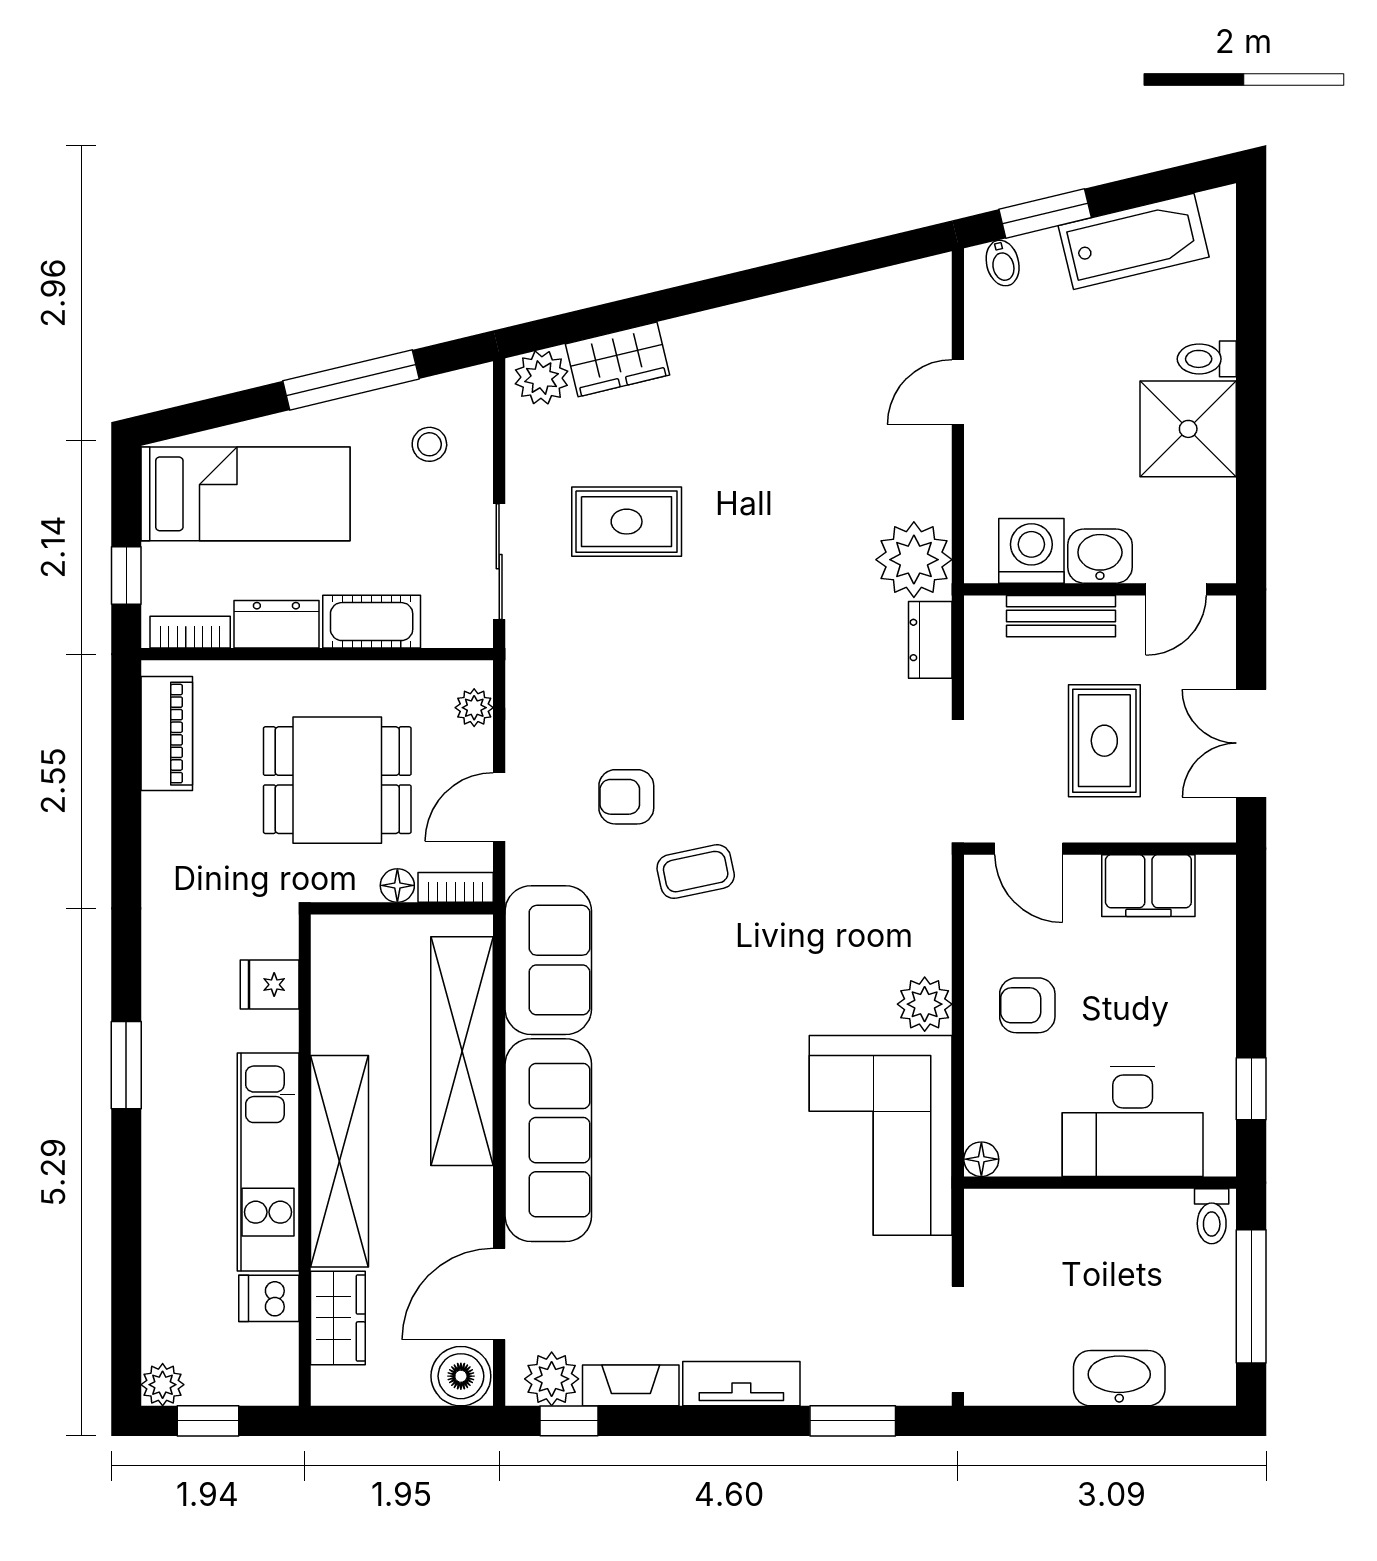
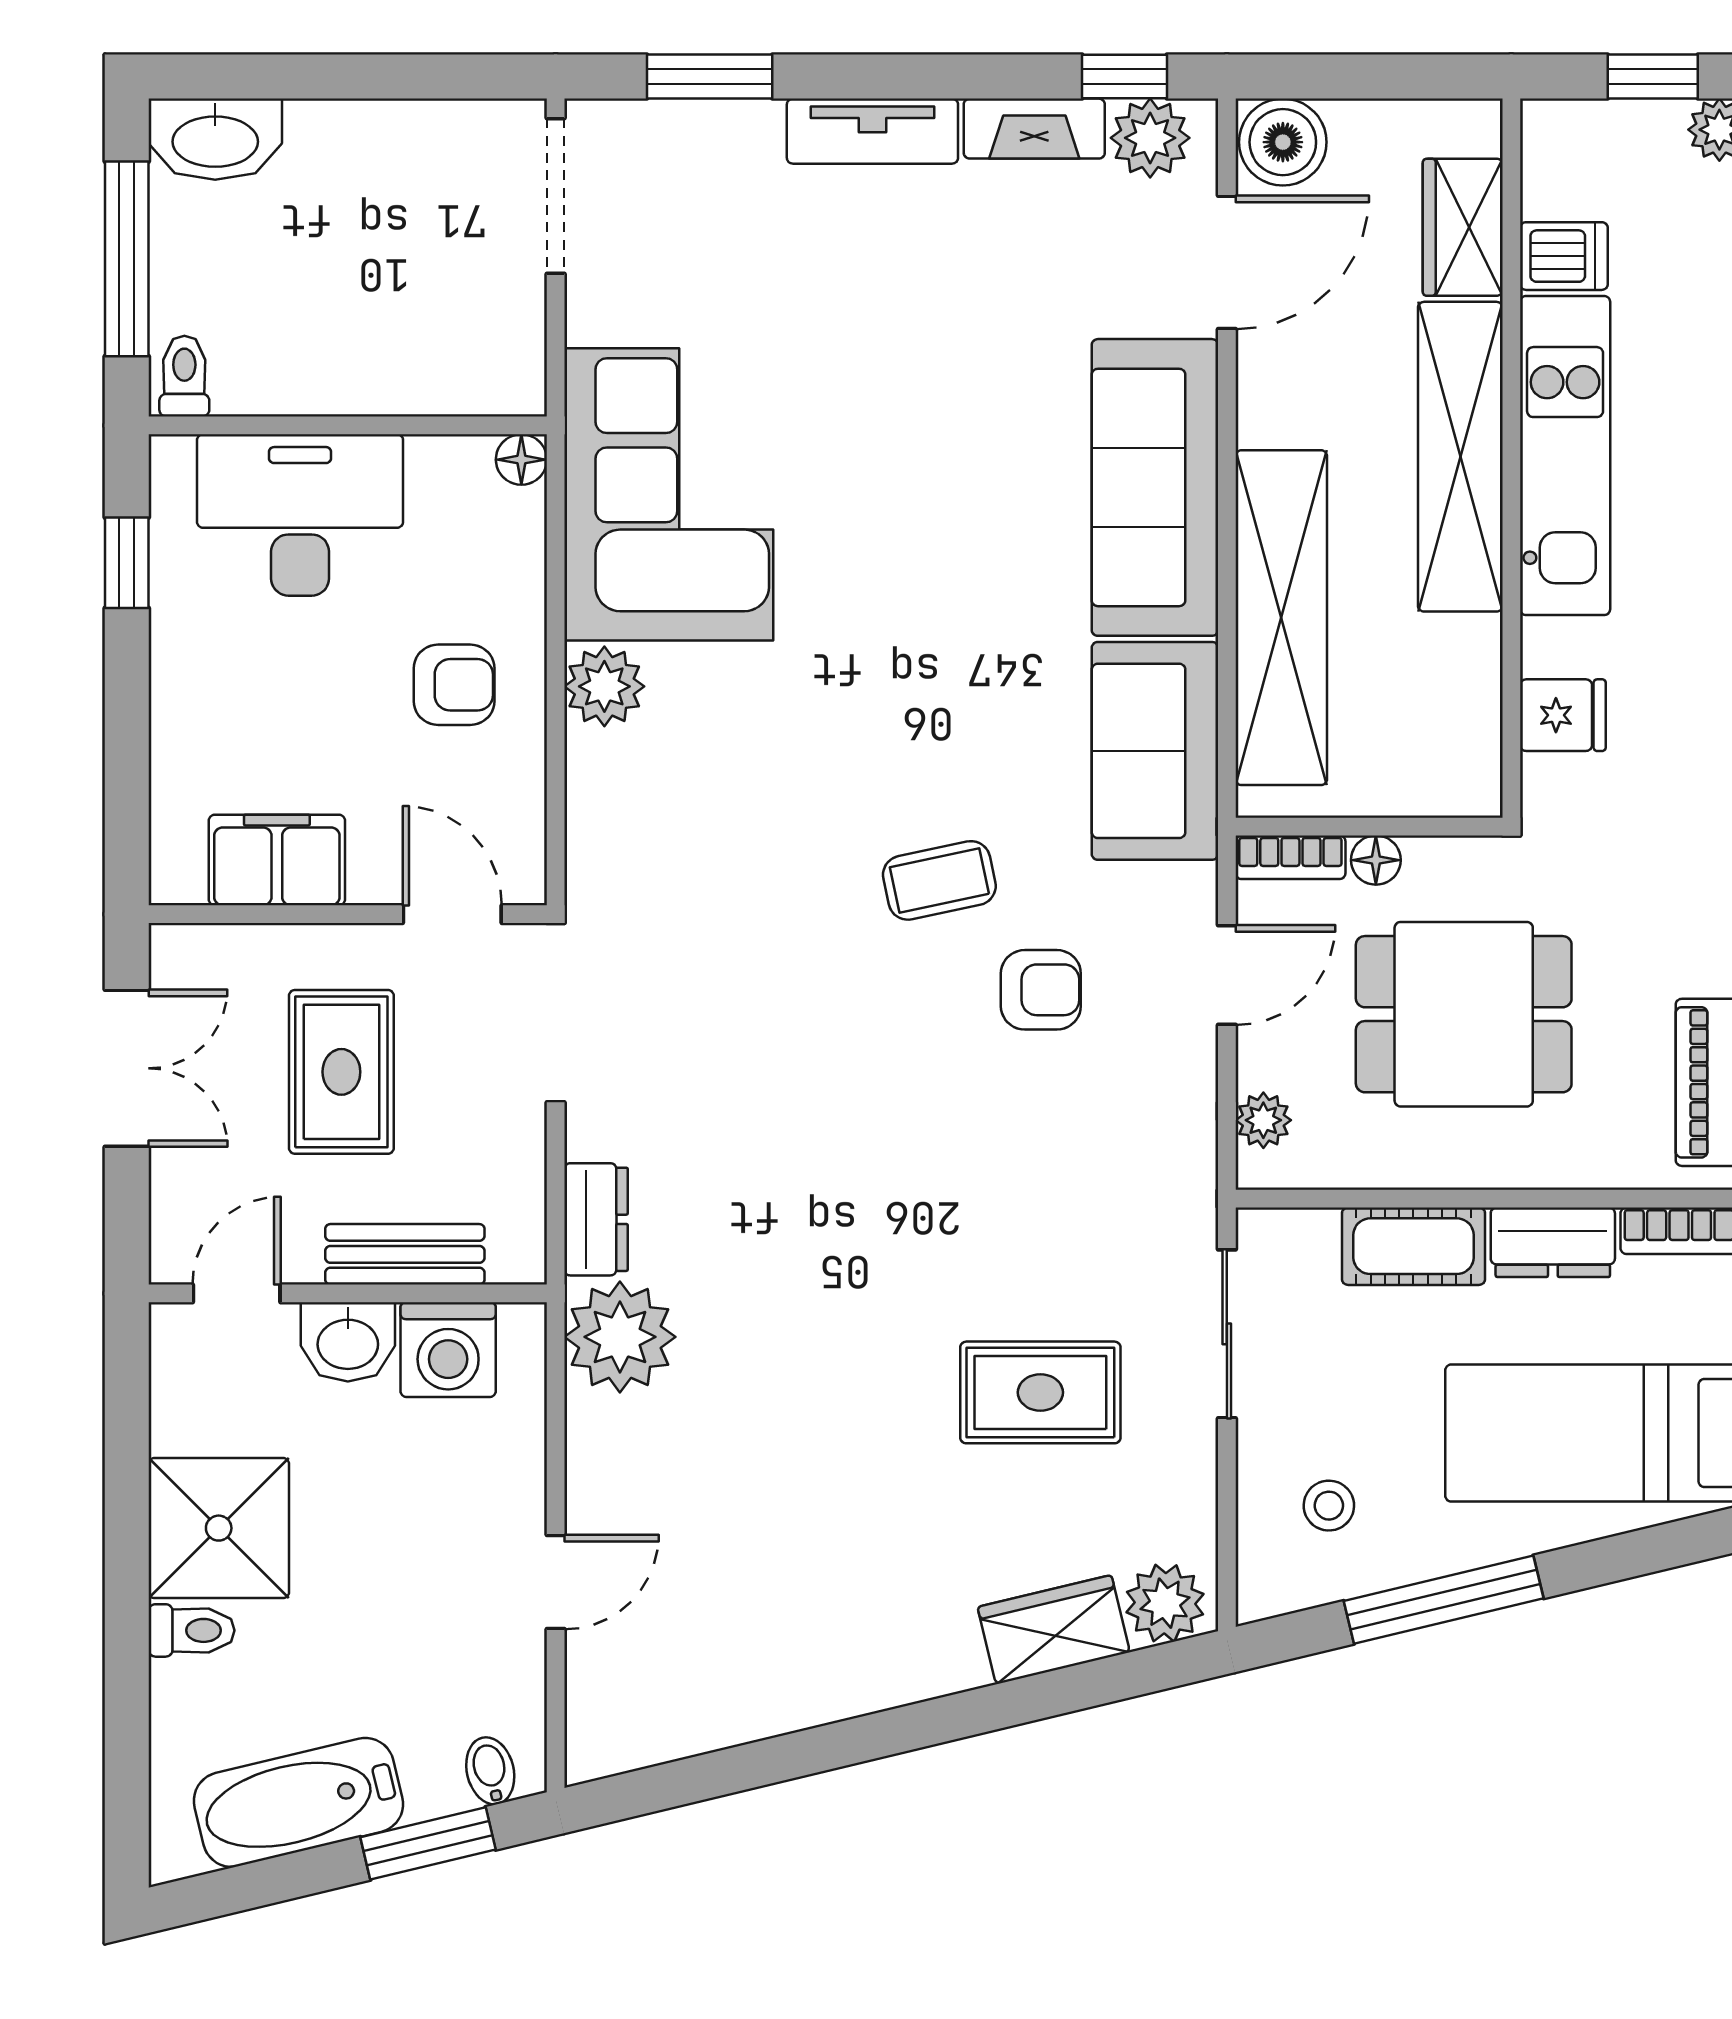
washbasin: (1119, 1378) -> (215, 139), moved

